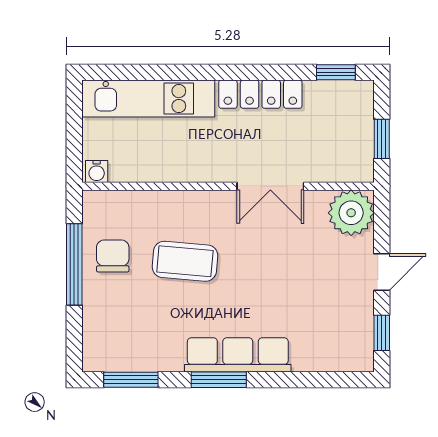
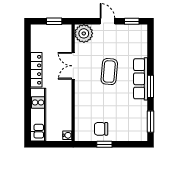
window: (336, 72) -> (27, 40), removed
double door: (270, 186) -> (73, 66), swing flipped
coffee table: (185, 261) -> (109, 72), moved
window: (74, 264) -> (104, 144), width x0.46

